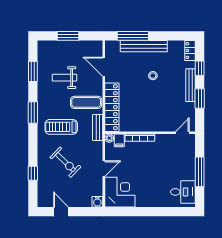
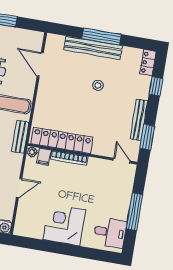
window: (133, 36) -> (101, 36), moved
bench: (190, 85) -> (139, 120), moved
window: (200, 99) -> (147, 137), moved
locker: (112, 107) -> (62, 140), moved, turned -90
door: (182, 133) -> (122, 161), hinge flipped
corner desk: (120, 192) -> (64, 225), moved, turned -90

